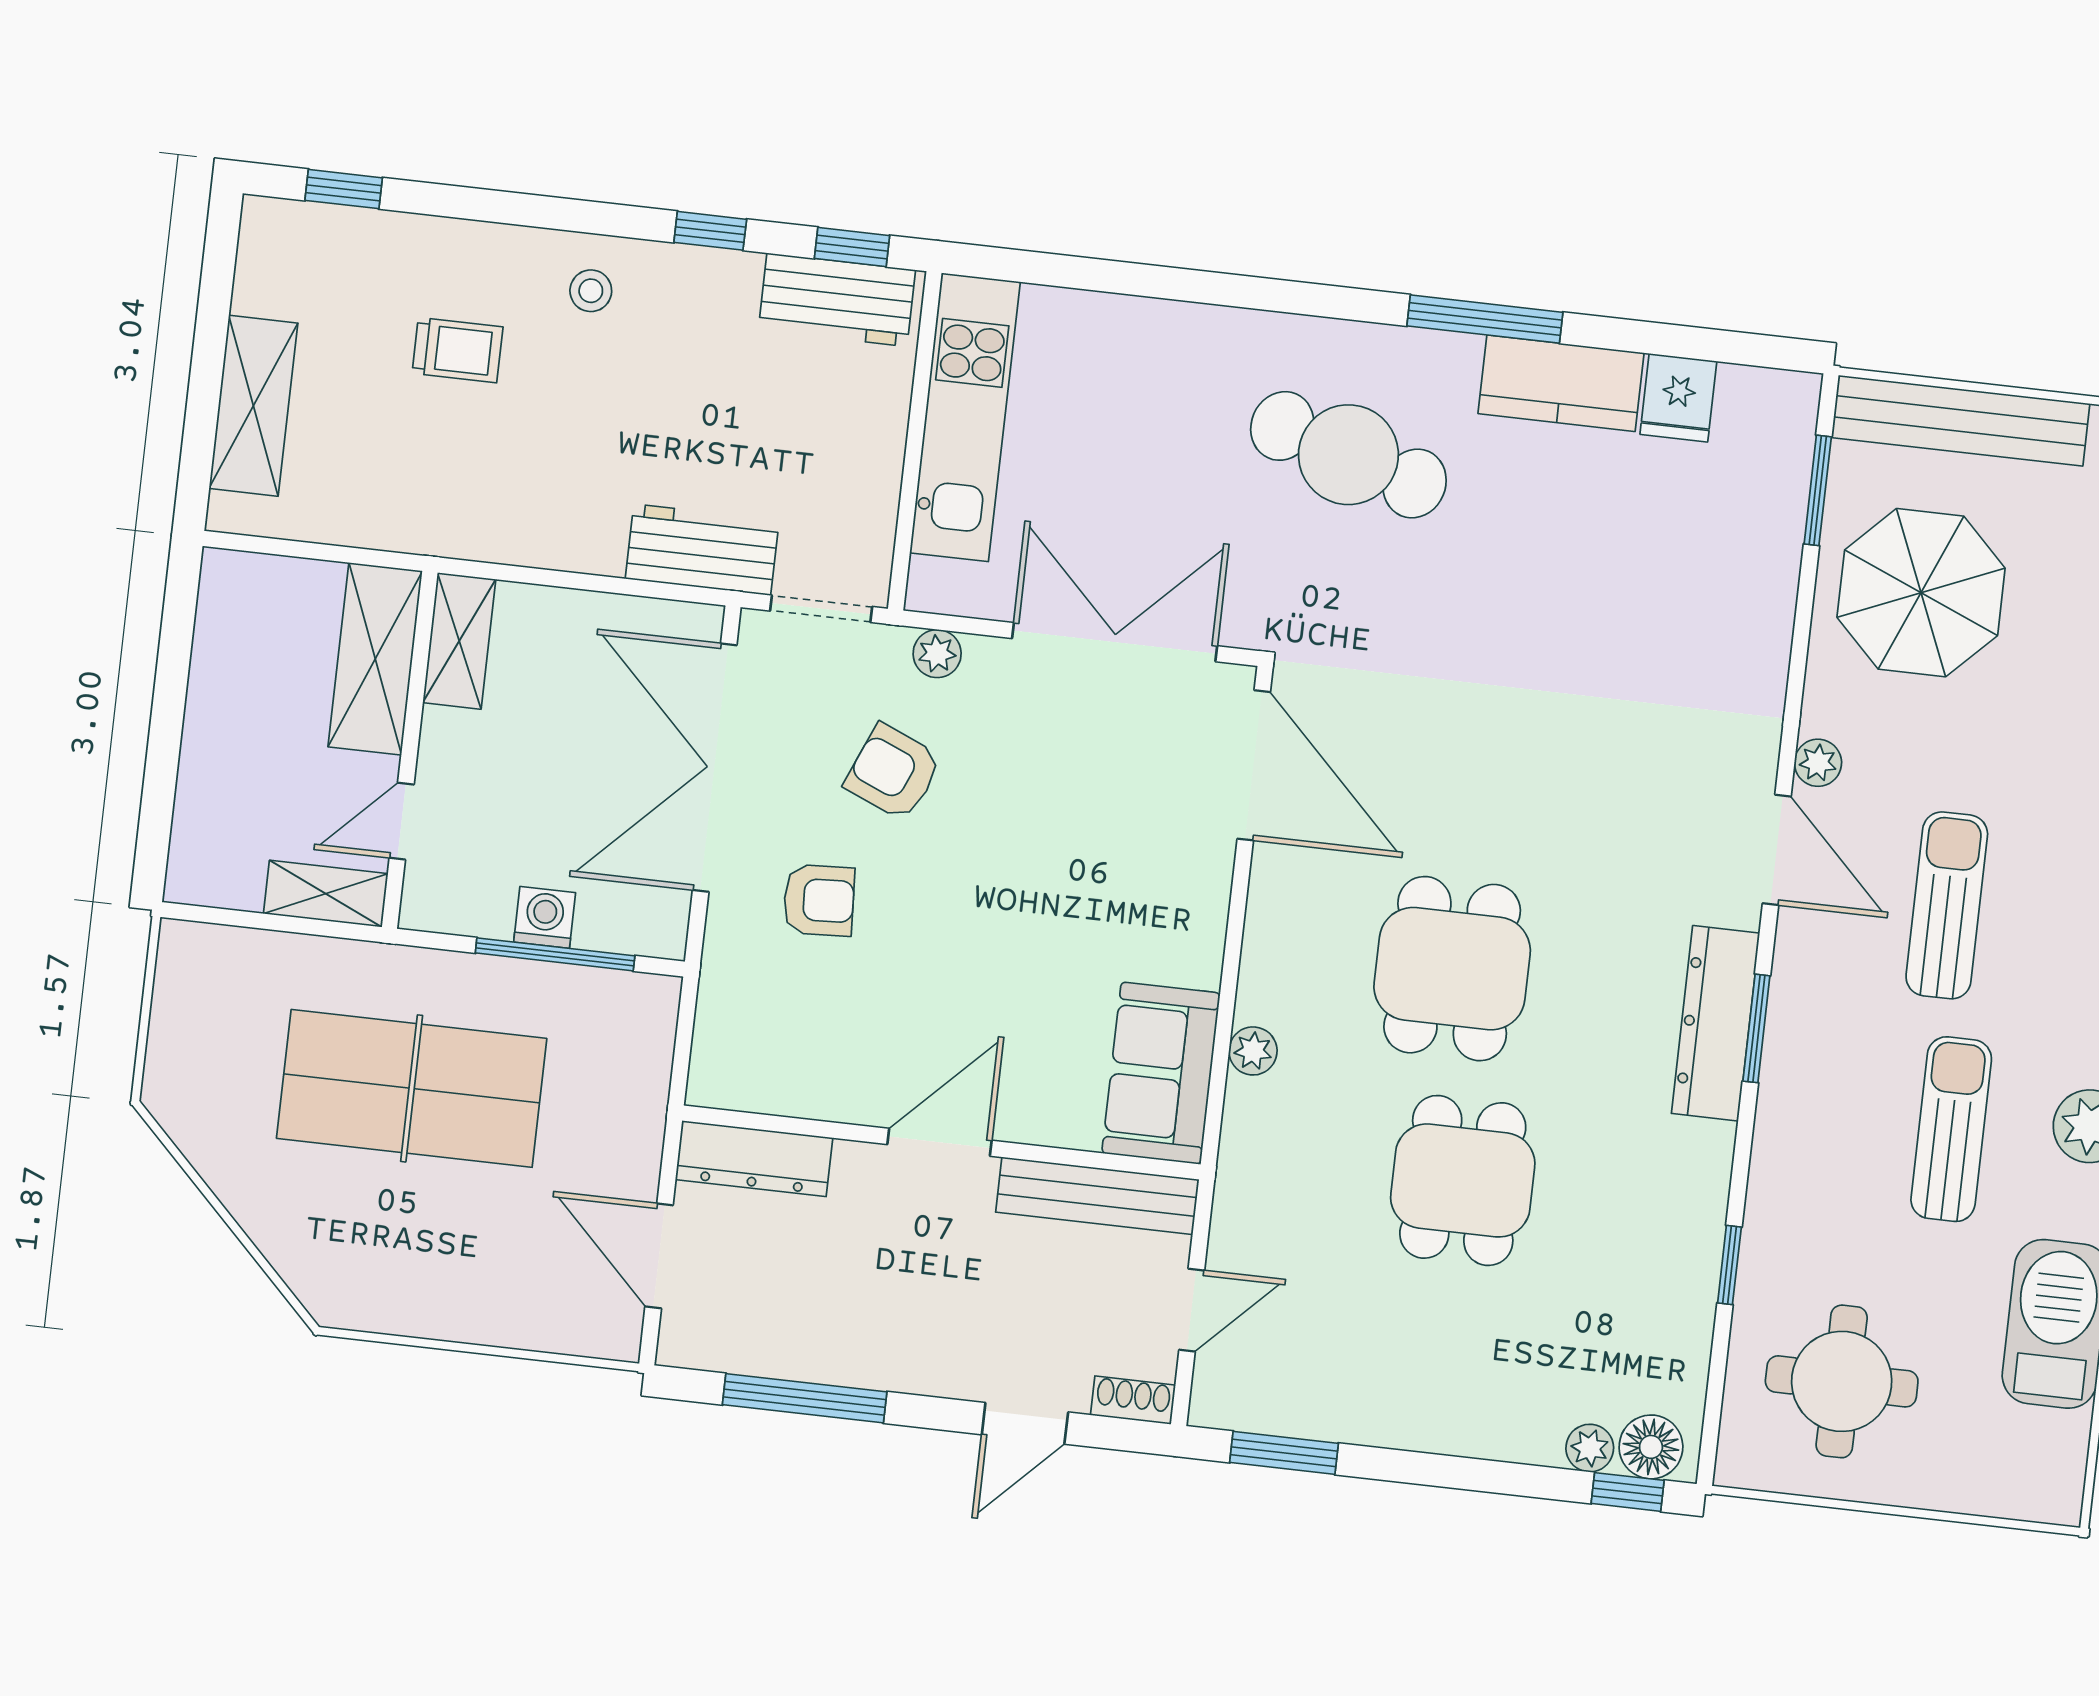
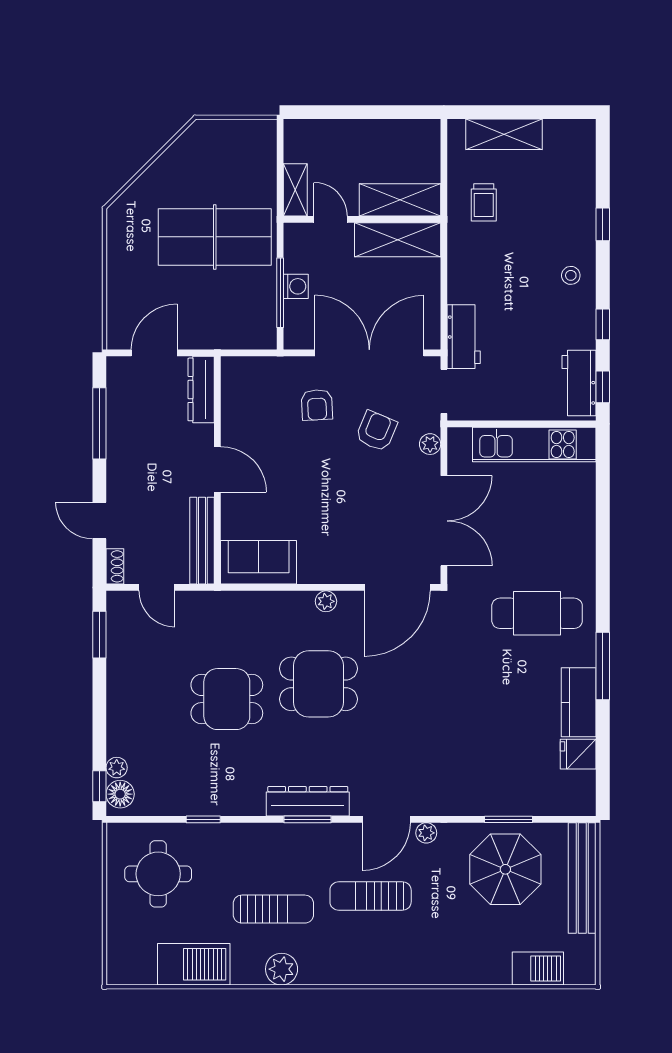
window: (344, 189) -> (603, 224), moved
trolley: (458, 350) -> (484, 202), moved
cafe table: (1348, 455) -> (537, 613), turned 73
window: (1818, 490) -> (509, 819), moved
shelving: (459, 641) -> (398, 240), width x1.50, depth x1.33
sun lounger: (1947, 905) -> (371, 896), turned 180
plant: (1253, 1051) -> (326, 601), moved
table tennis table: (412, 1088) -> (215, 237), turned 90

